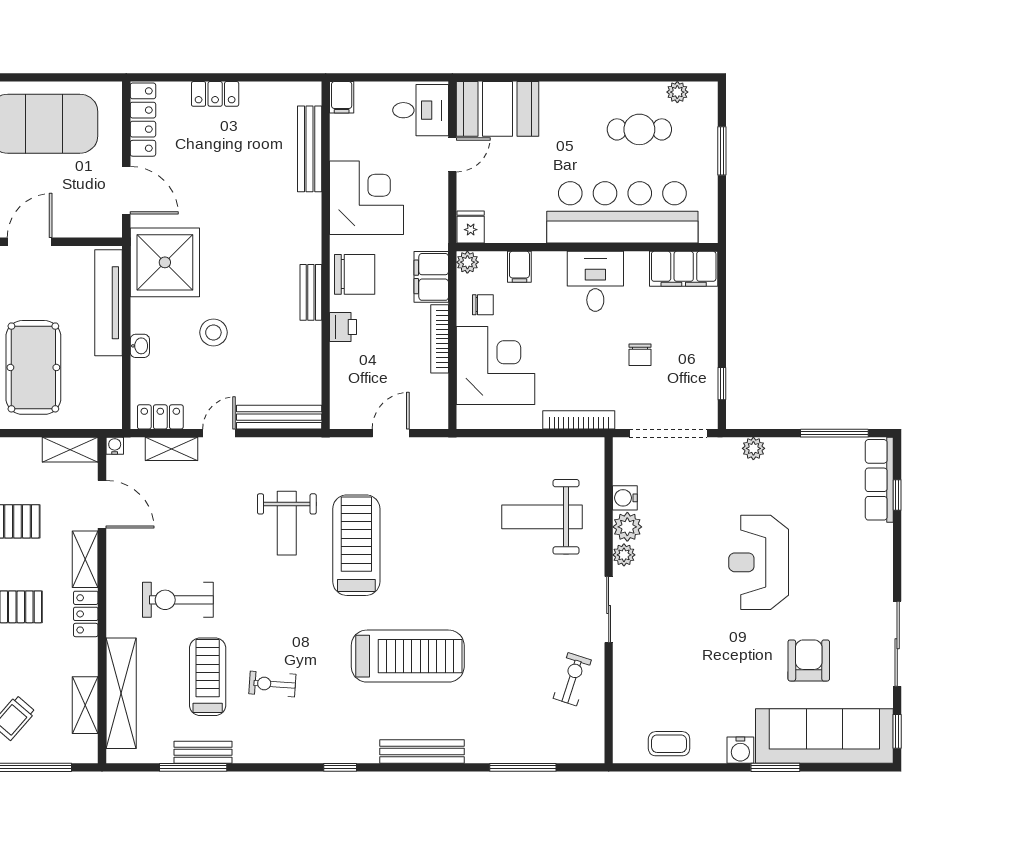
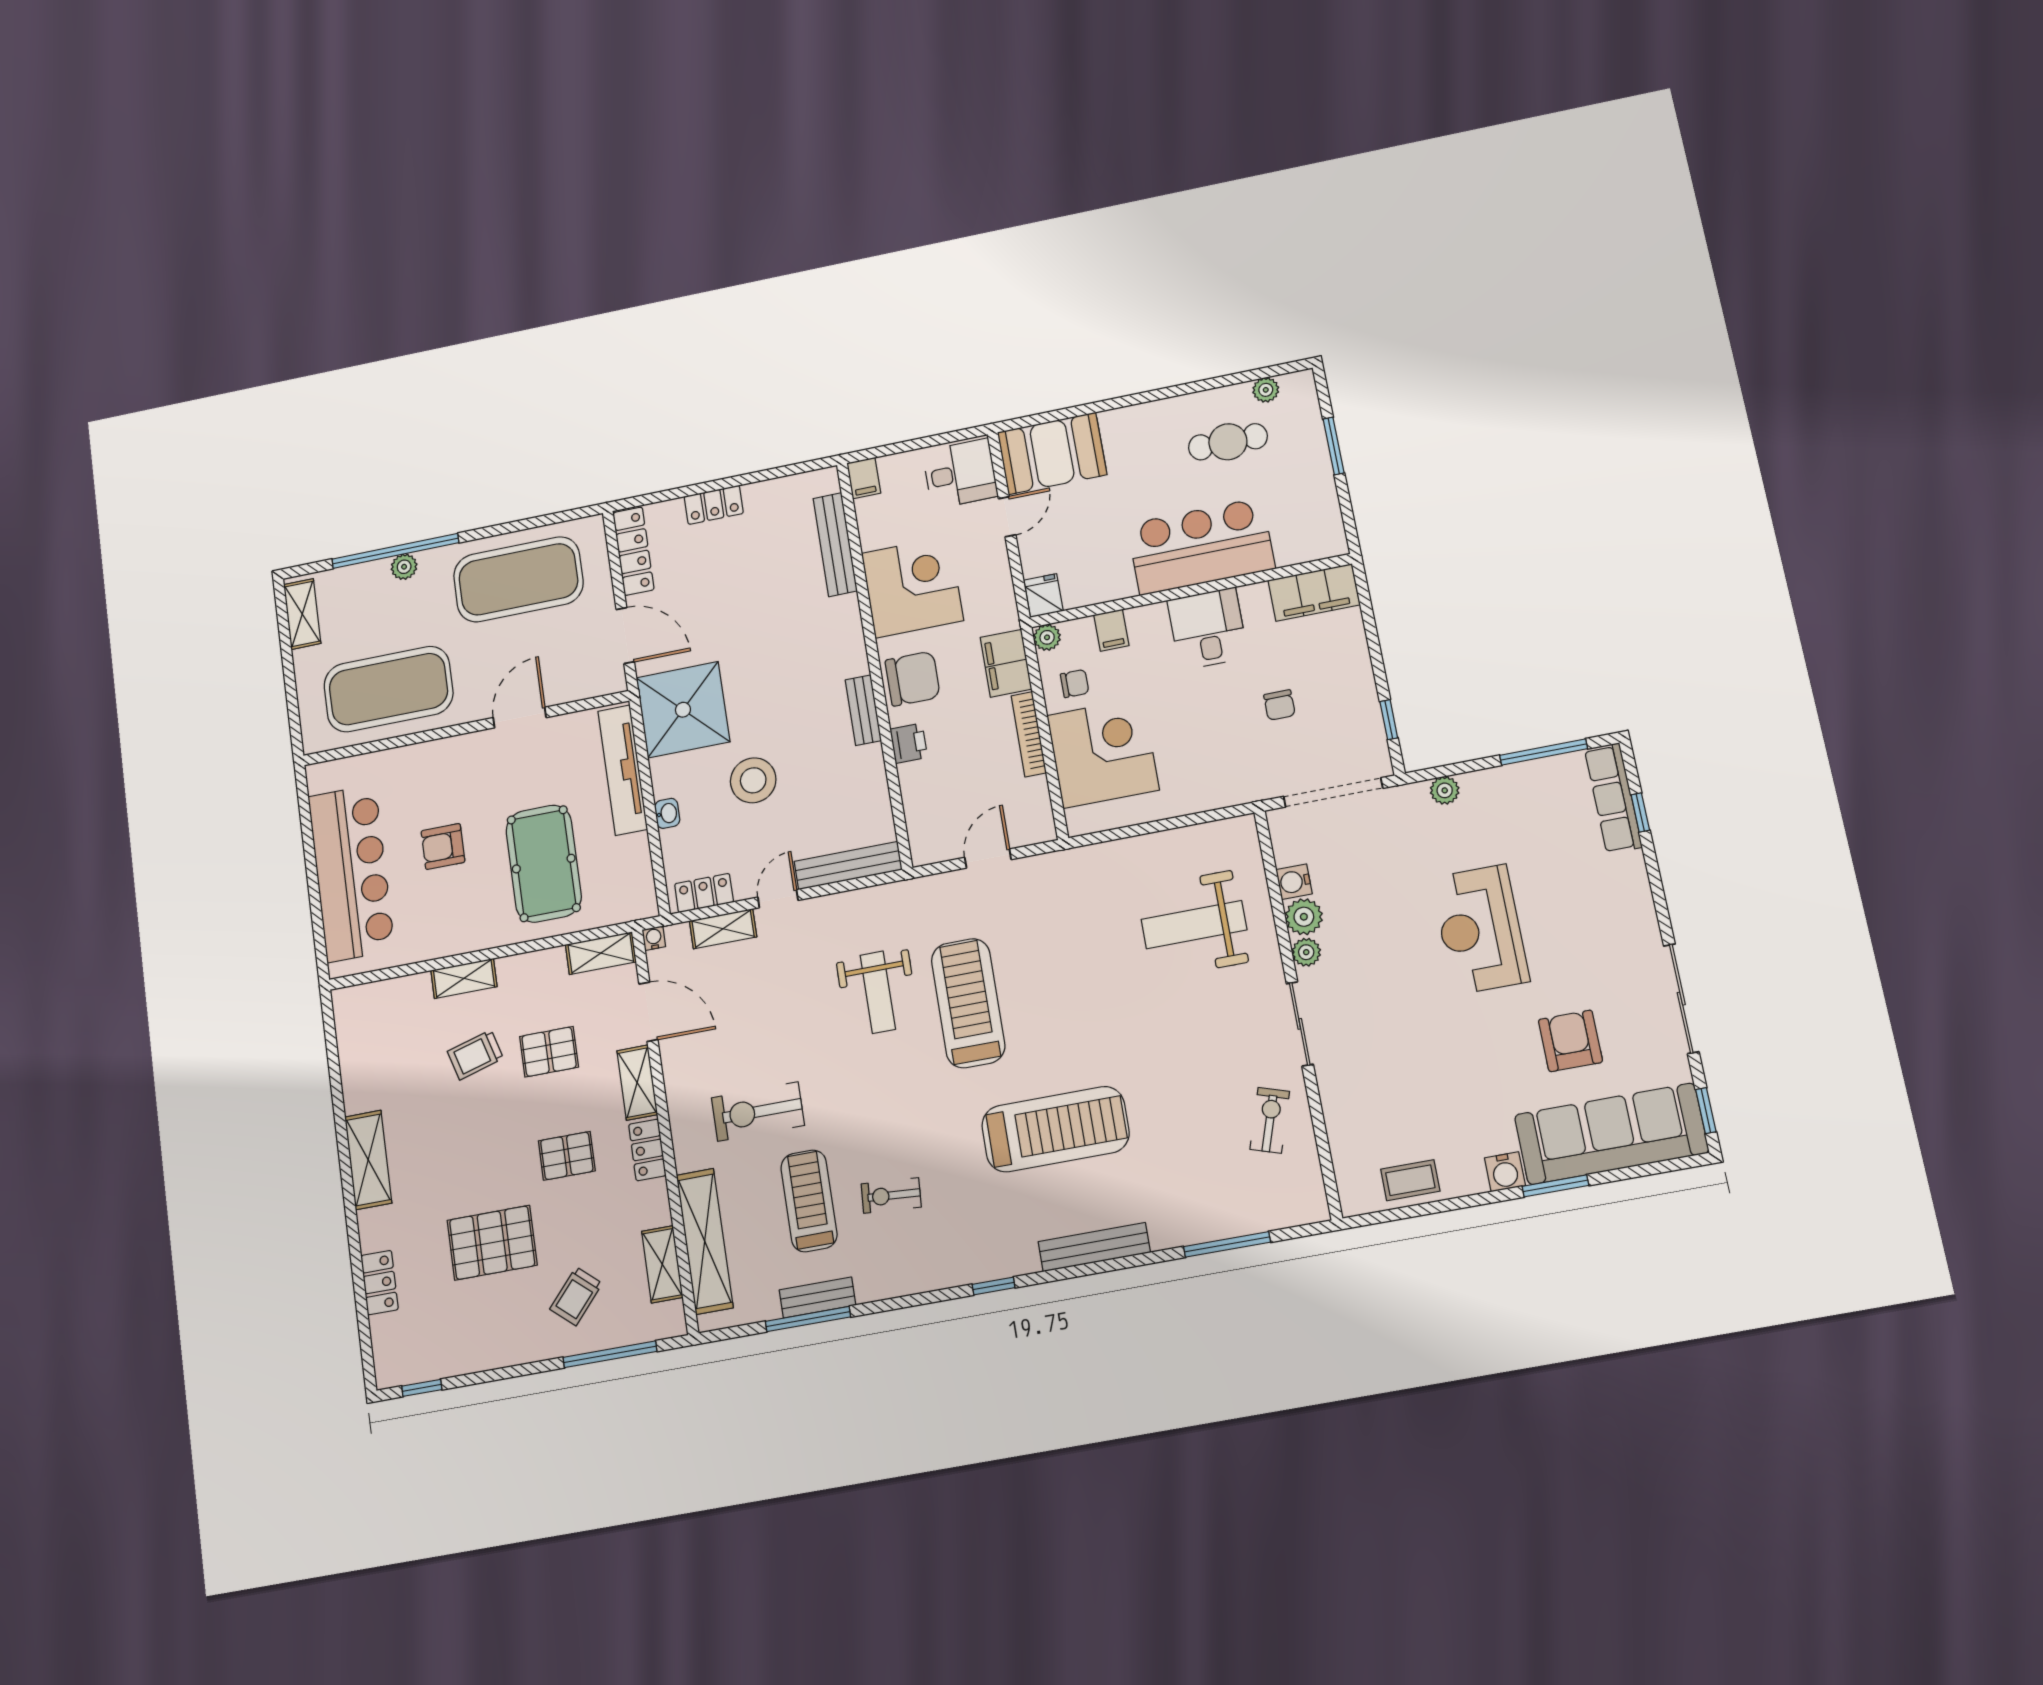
bar counter: (622, 212) -> (1201, 546), width x0.73
stool: (213, 332) -> (753, 780), width x1.38, depth x1.38
bookcase: (579, 420) -> (1218, 798), removed

